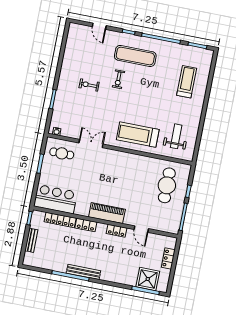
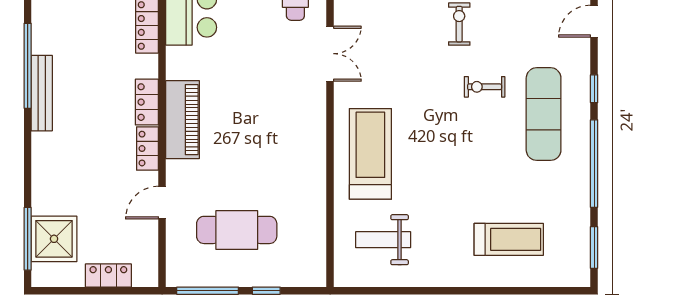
weight bench: (176, 136) -> (383, 240), turned 180
cafe table: (167, 185) -> (237, 230), moved
locker: (86, 225) -> (147, 102), moved

